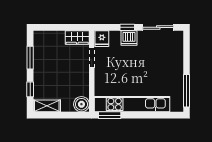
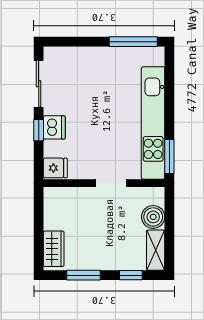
wardrobe: (77, 38) -> (54, 249), moved
doorway: (92, 57) -> (111, 183), moved
boiler: (81, 104) -> (153, 217), moved

